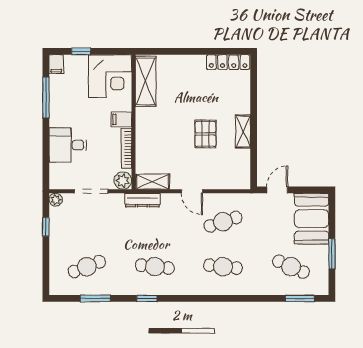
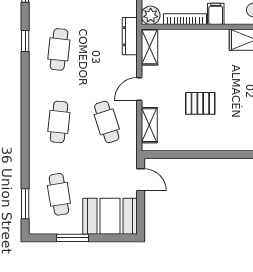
shelving: (243, 132) -> (149, 125), moved, turned 90
cafe table: (291, 267) -> (59, 194), turned -33

